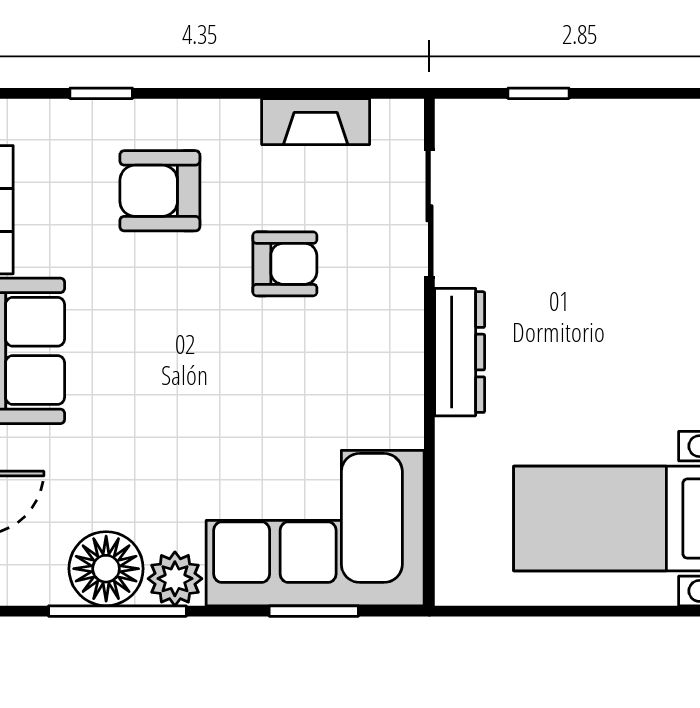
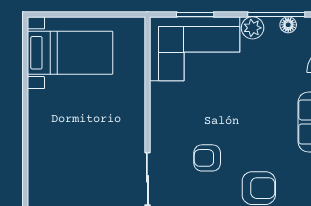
dresser: (460, 352) -> (135, 121), removed
floor lamp: (106, 569) -> (288, 25), width x0.53, depth x0.53

